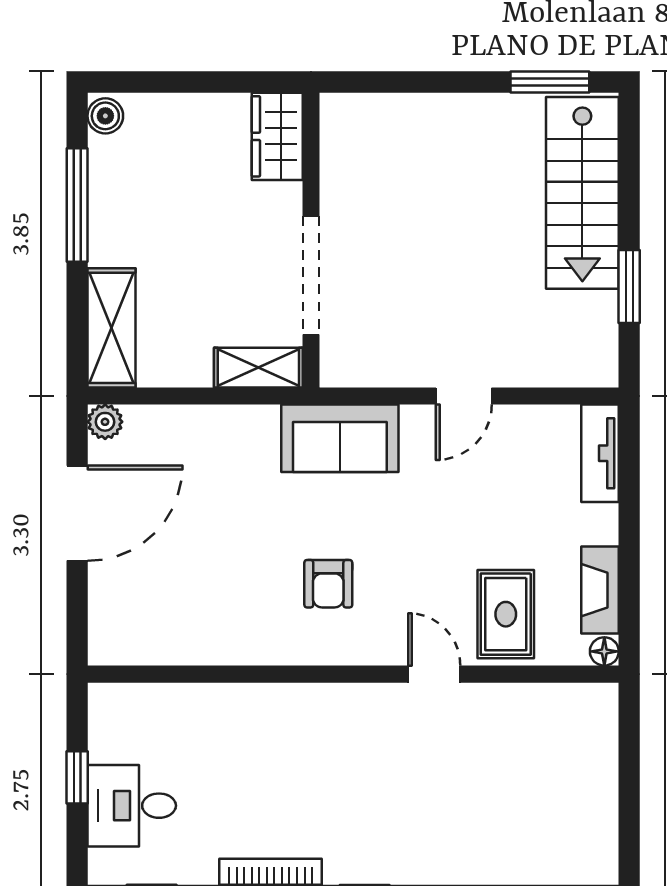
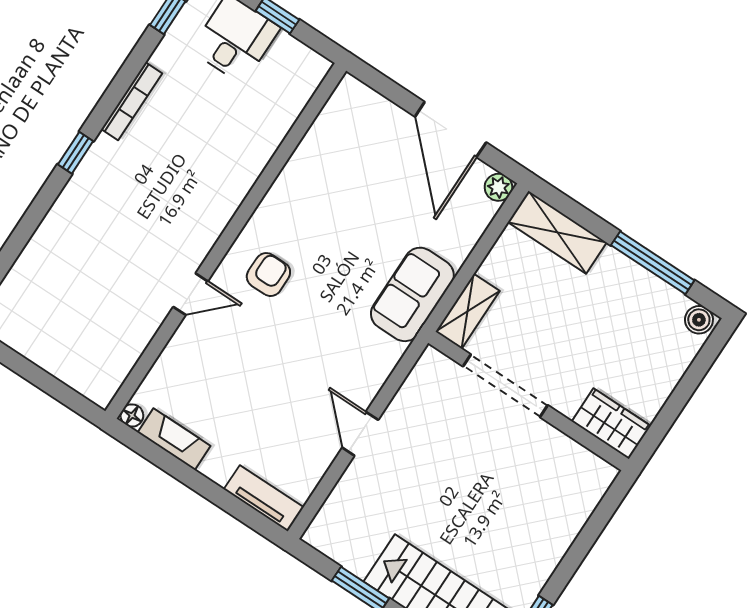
sofa: (340, 438) -> (412, 294), moved
armchair: (328, 584) -> (268, 275), moved, turned 90
rug: (506, 614) -> (199, 367), removed

